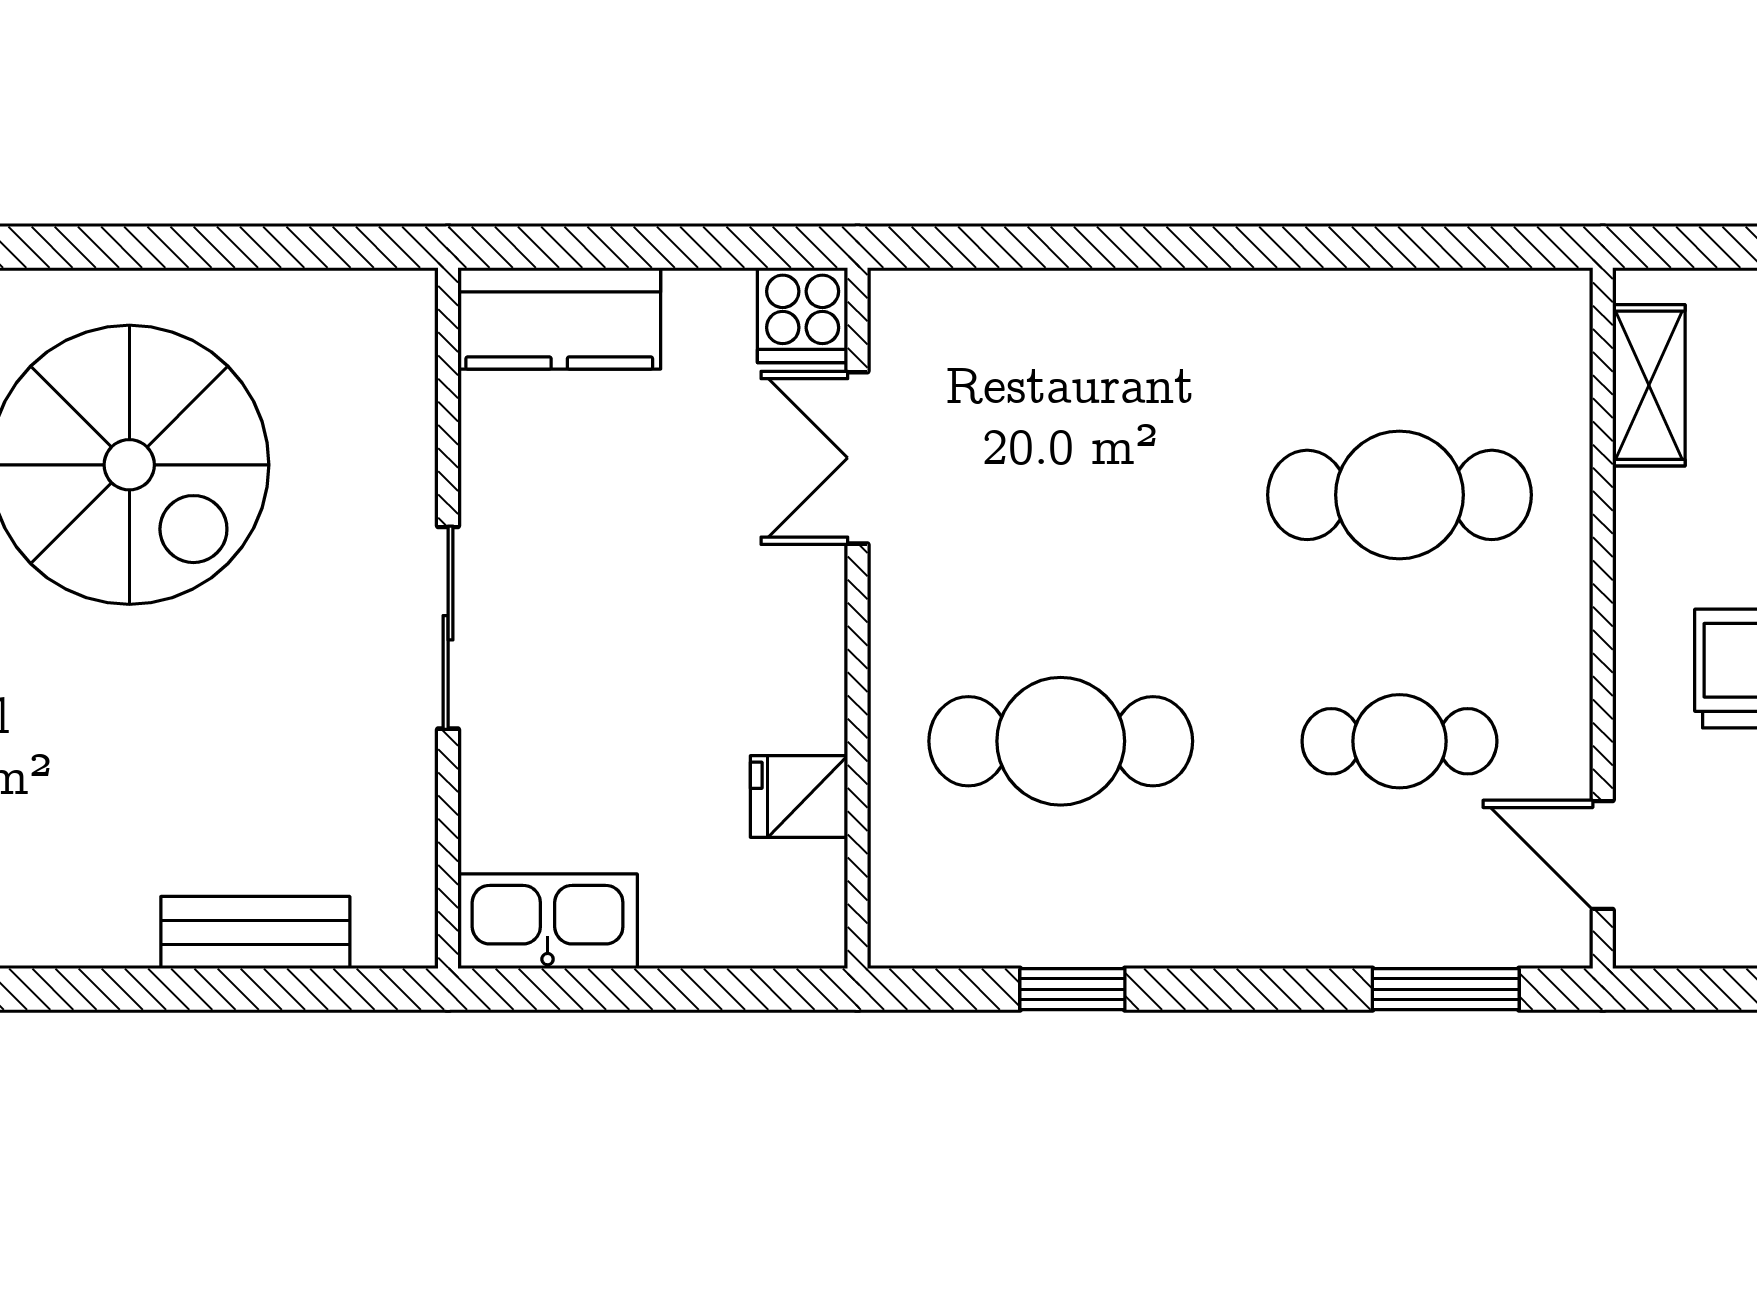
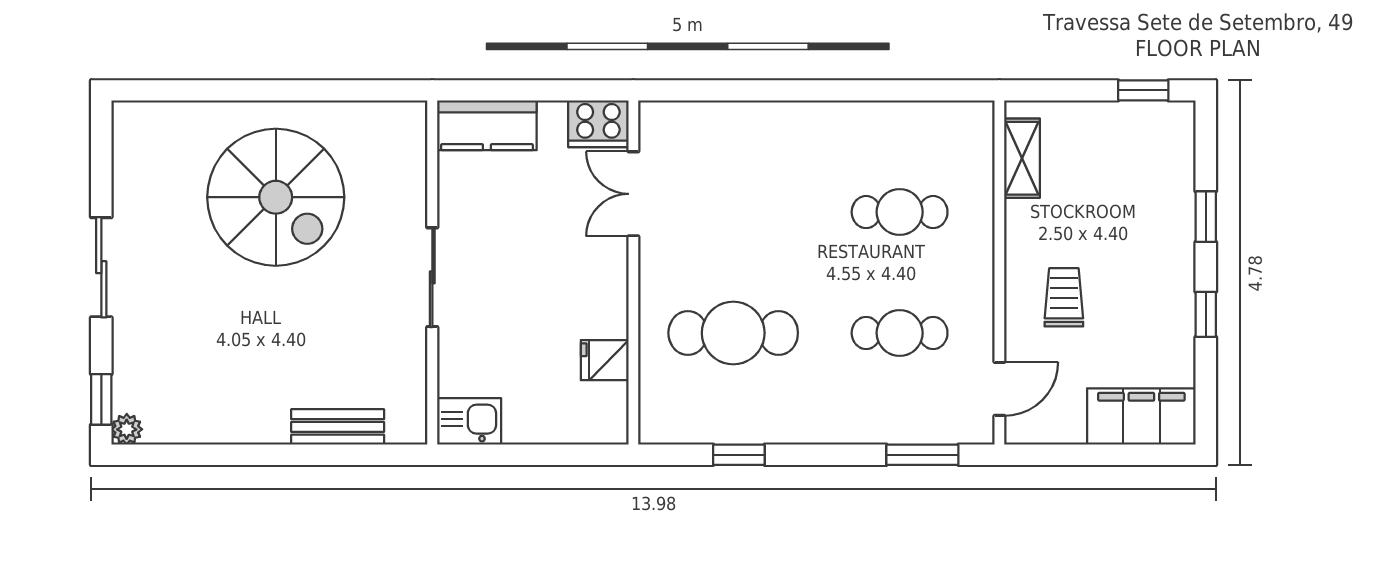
cooker: (803, 315) -> (598, 124), width x1.36
cafe table: (1399, 495) -> (900, 212), width x0.73, depth x0.74
door: (1603, 855) -> (999, 389), swing flipped
kitchen sink: (548, 921) -> (469, 421), width x0.73

